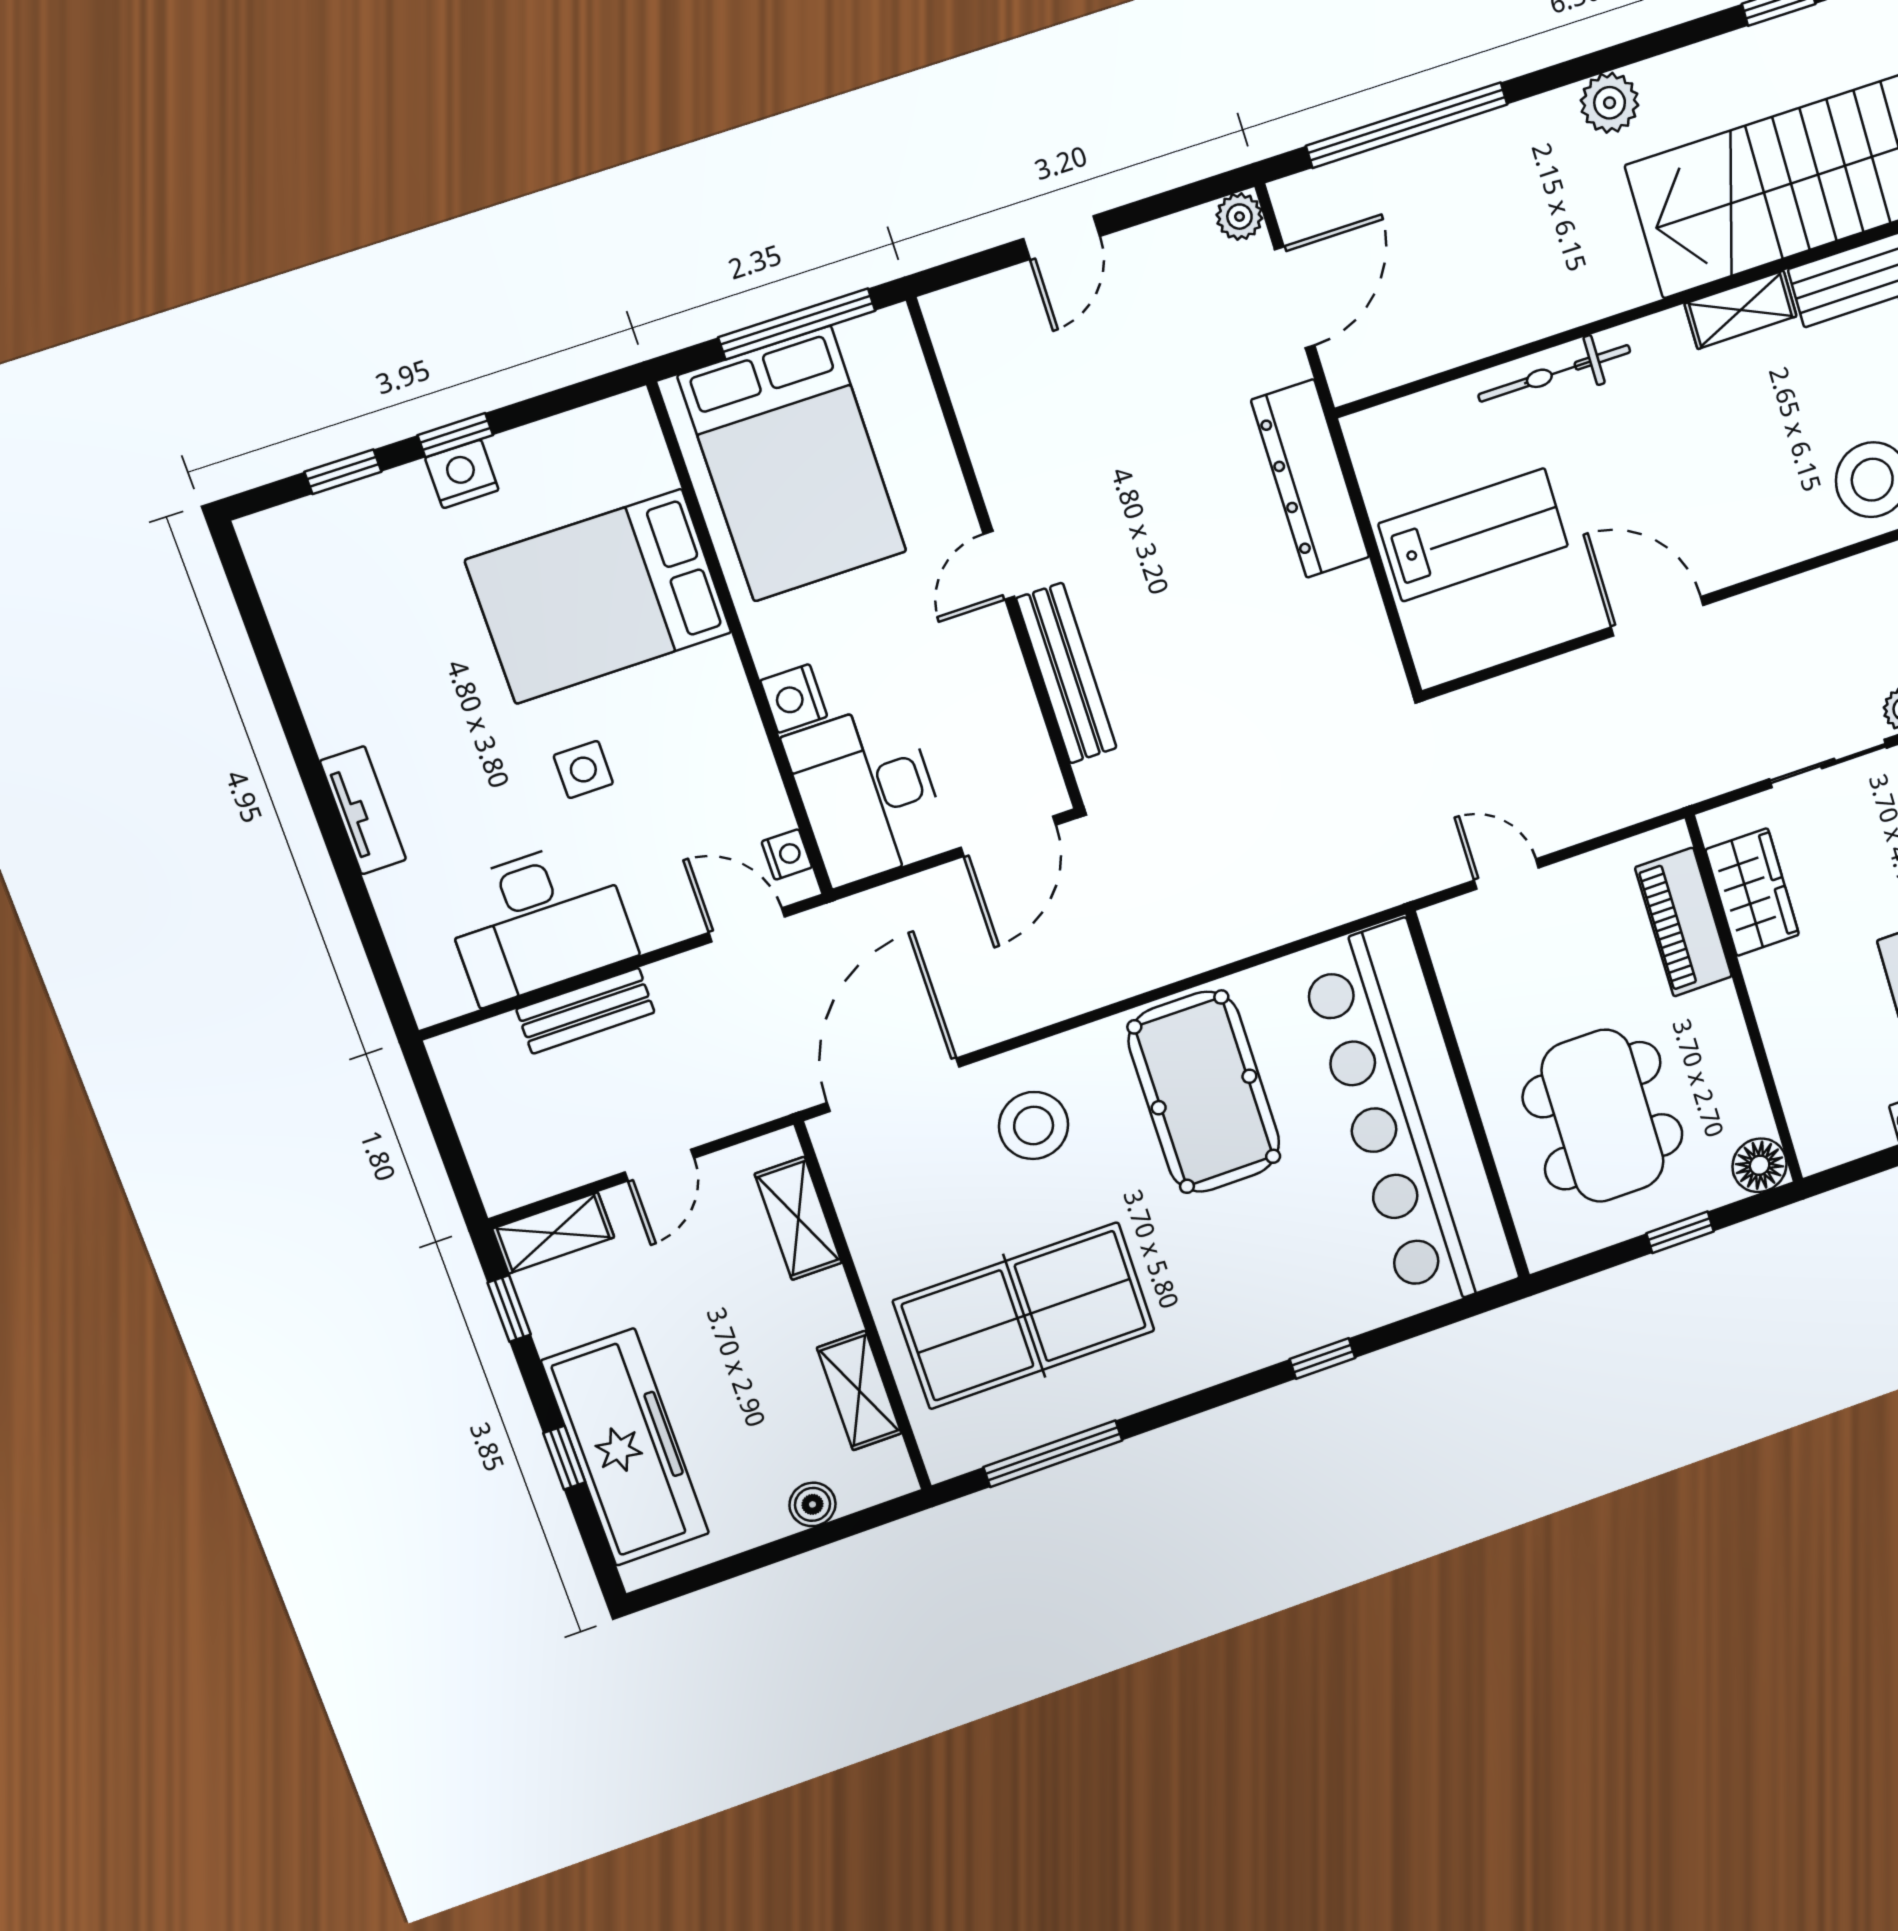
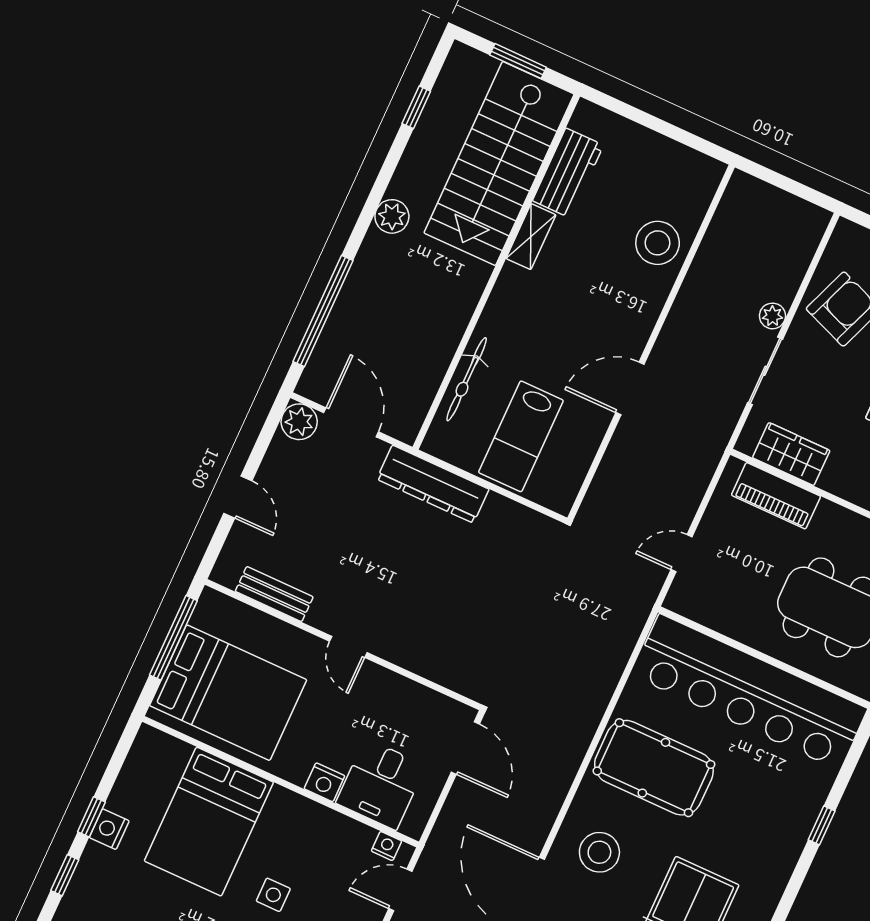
plant: (1239, 217) -> (299, 422), width x1.38, depth x1.38
bicycle: (1554, 373) -> (467, 379), moved
lab bench: (1473, 535) -> (521, 436), turned 180
bench: (1066, 673) -> (274, 594), moved, width x0.73
desk: (867, 794) -> (381, 784), width x0.73

